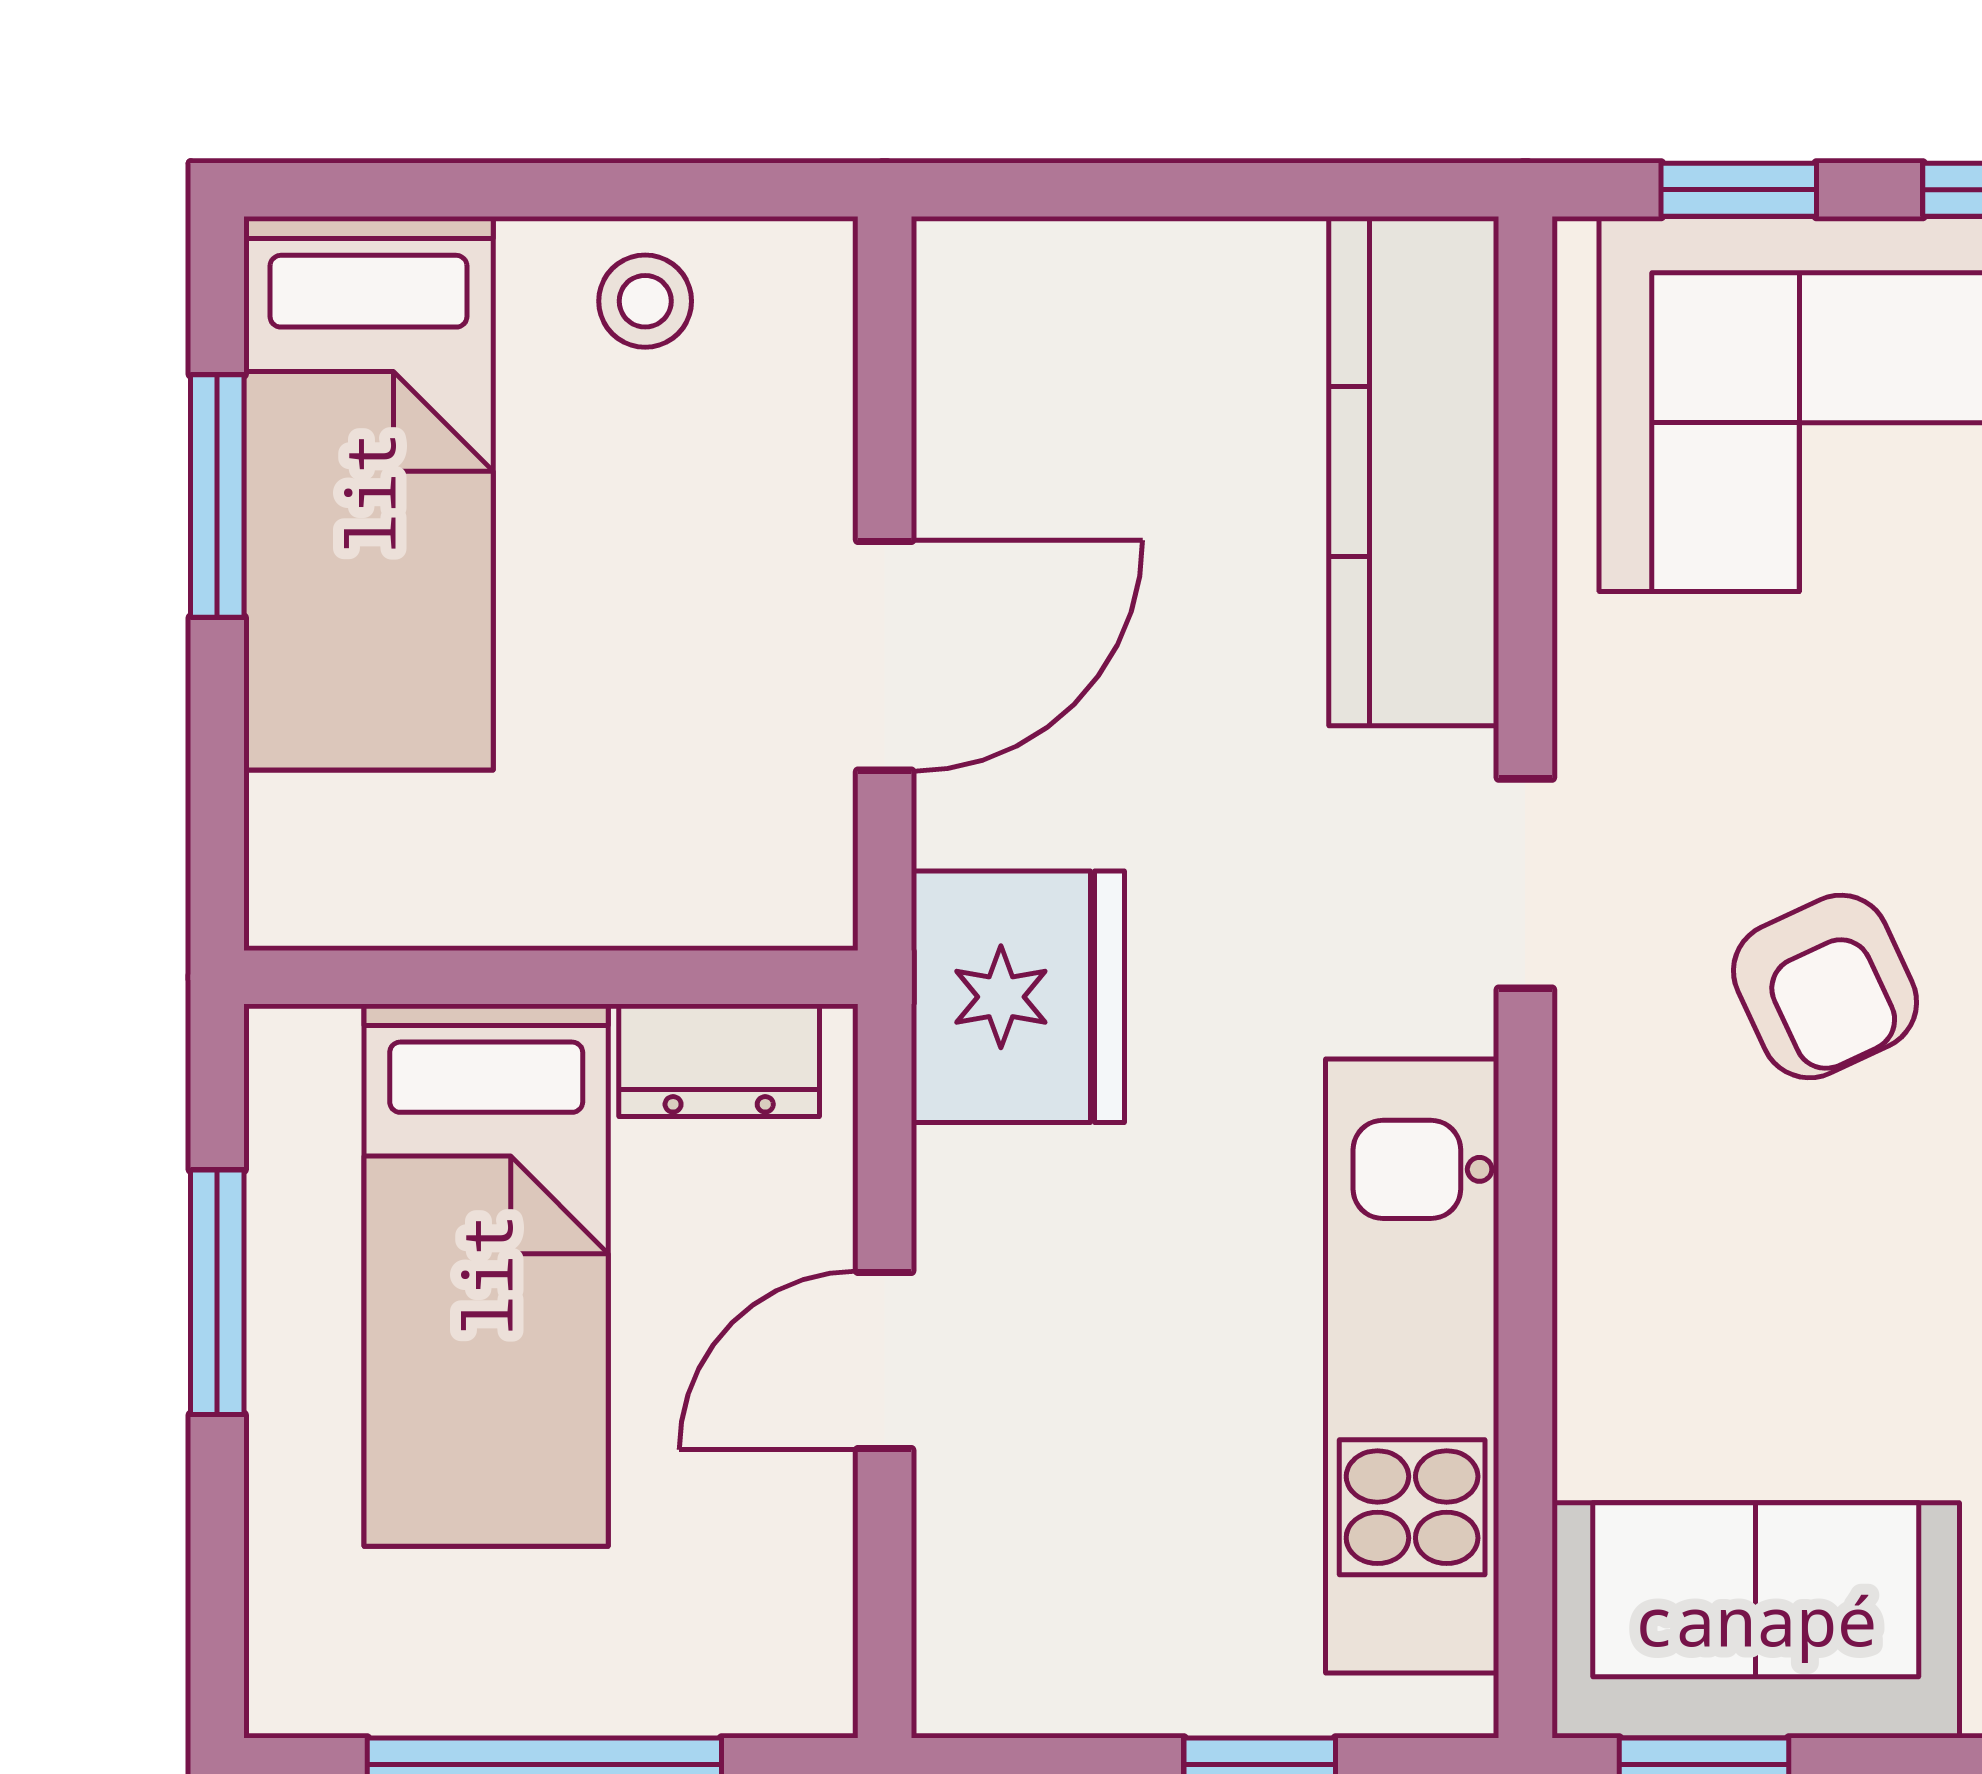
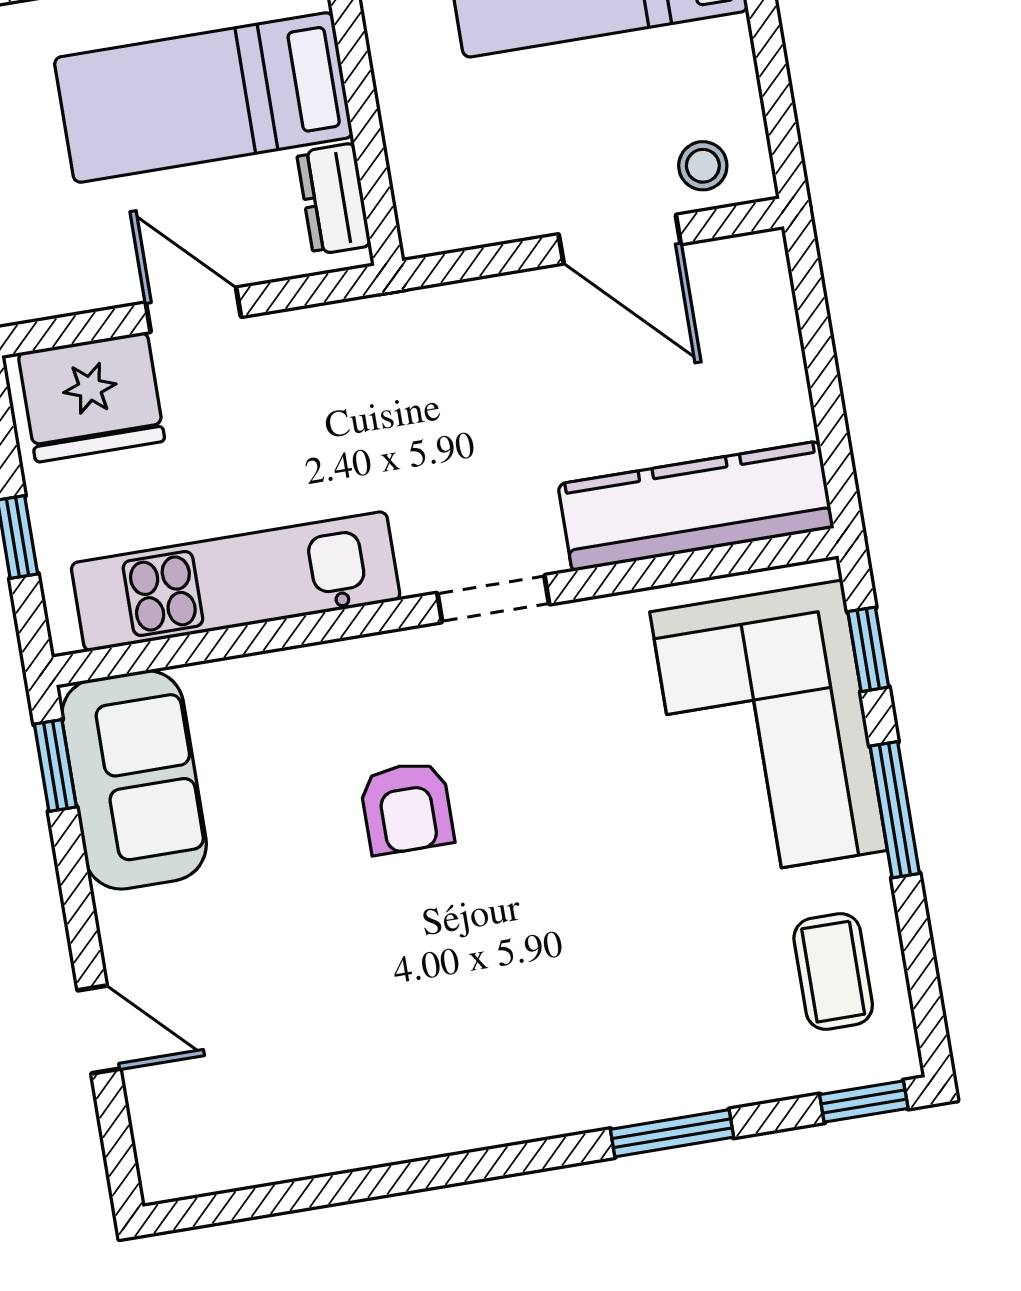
stool: (645, 301) -> (703, 166), moved
door: (885, 656) -> (620, 239), moved
armchair: (1825, 986) -> (407, 808), moved, turned -65
fridge: (1018, 997) -> (91, 397), moved

